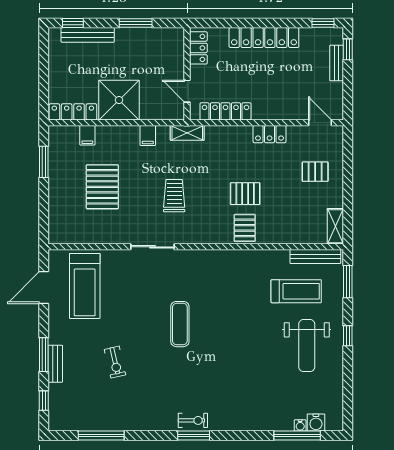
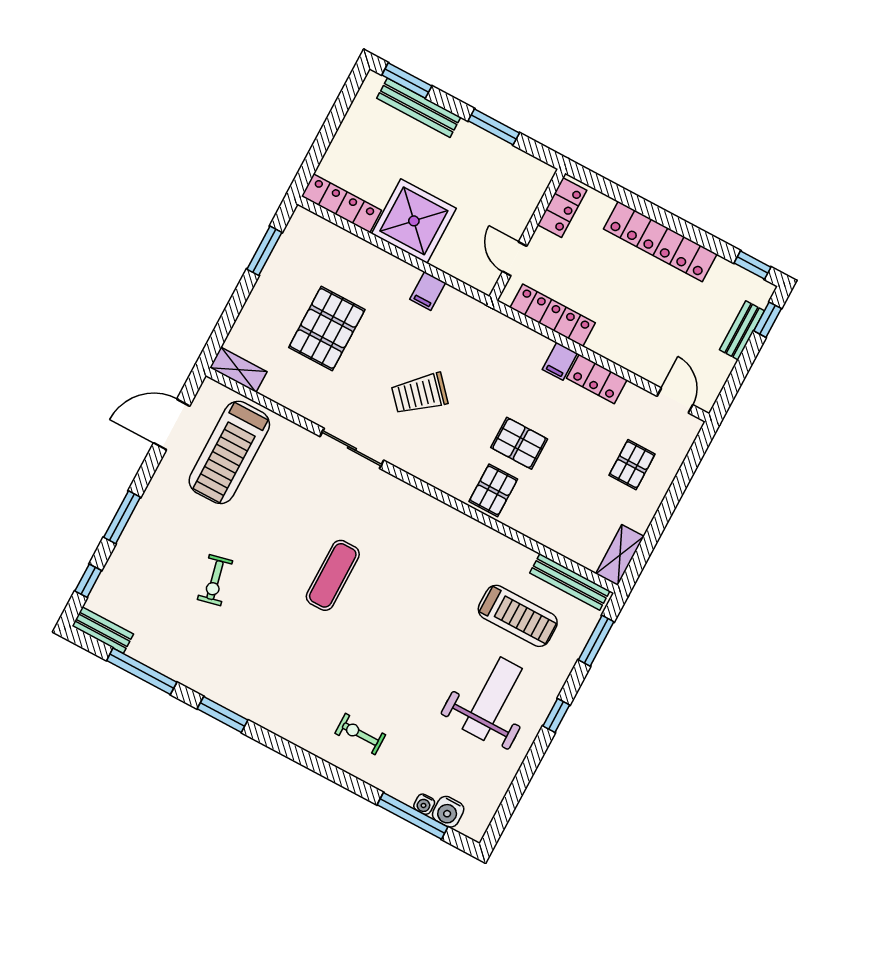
window: (73, 23) -> (407, 80), width x1.50
shelving: (187, 133) -> (238, 370), moved
filing cabinet: (87, 135) -> (560, 361), moved
pallet: (315, 172) -> (632, 465), turned 90
trolley: (174, 196) -> (420, 394), turned -132
weight bench: (307, 346) -> (492, 699), turned 180
bench: (55, 364) -> (103, 630), moved, turned 90
exercise bike: (193, 420) -> (360, 734), moved, turned 180
window: (194, 436) -> (223, 714), moved

